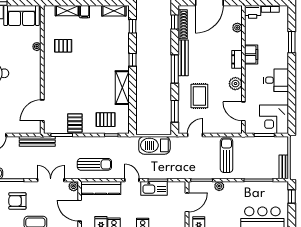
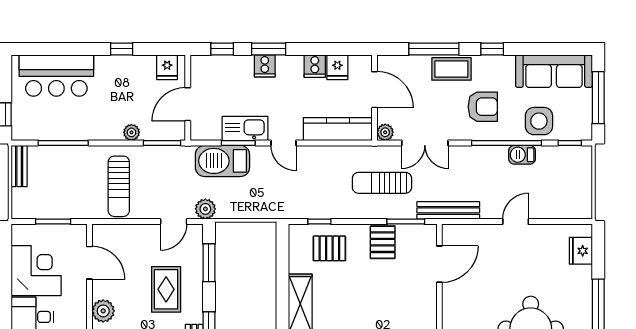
corner desk: (274, 119) -> (36, 271), moved
plant: (177, 142) -> (205, 209), added
barbecue: (154, 145) -> (222, 161), moved, turned 180
sun lounger: (94, 164) -> (382, 183), moved

